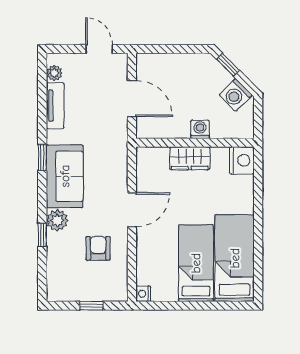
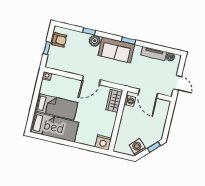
door: (99, 49) -> (177, 83), hinge flipped
door: (132, 99) -> (148, 94), hinge flipped
washing machine: (200, 129) -> (130, 101), moved
wardrobe: (190, 158) -> (114, 101), moved
door: (132, 210) -> (91, 80), hinge flipped
armchair: (98, 248) -> (59, 40), moved

